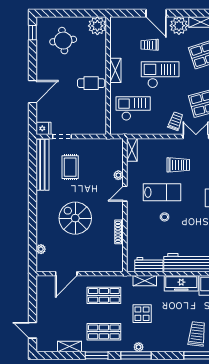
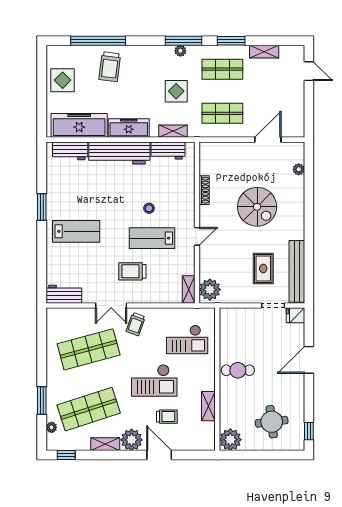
shelving: (115, 70) -> (208, 406), moved
plant: (118, 175) -> (210, 290), moved, width x1.88, depth x1.88

